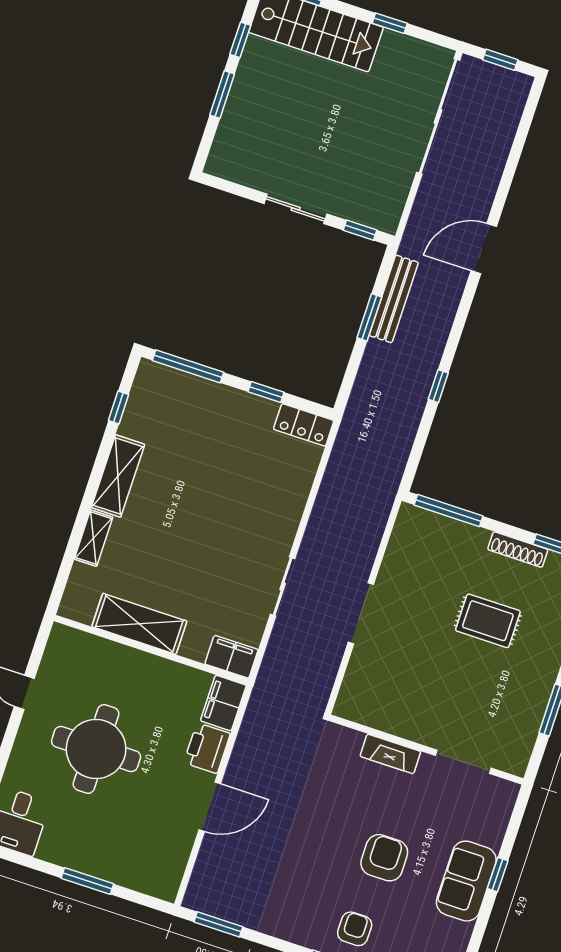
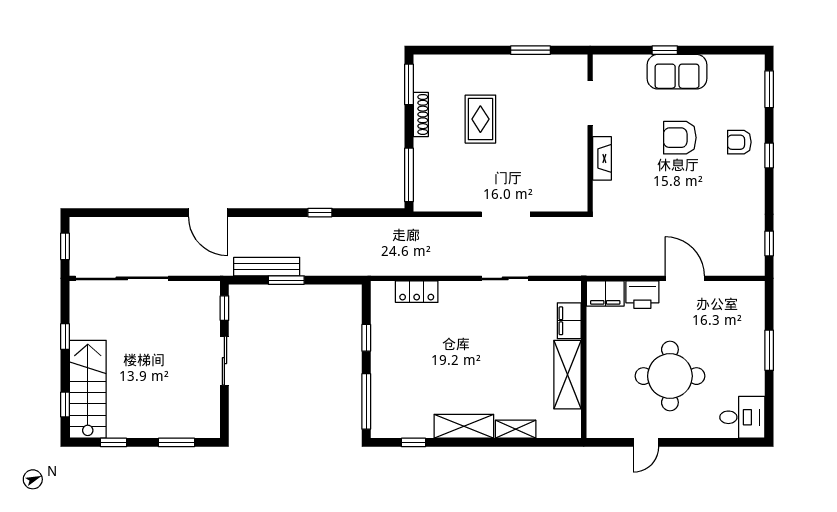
window: (222, 94) -> (177, 442), moved
locker: (304, 425) -> (417, 292), moved, turned 90
filing cabinet: (232, 657) -> (569, 321), moved
window: (218, 924) -> (769, 243), width x0.67

